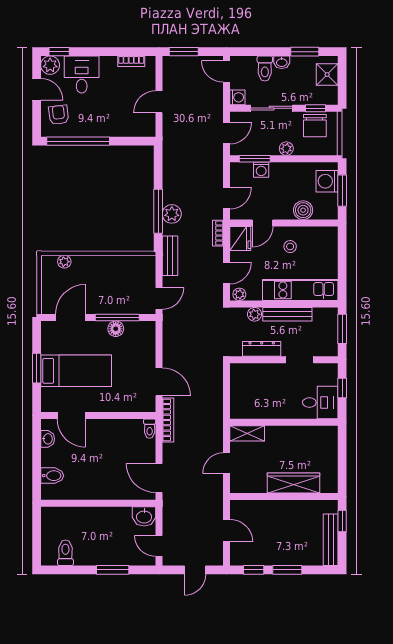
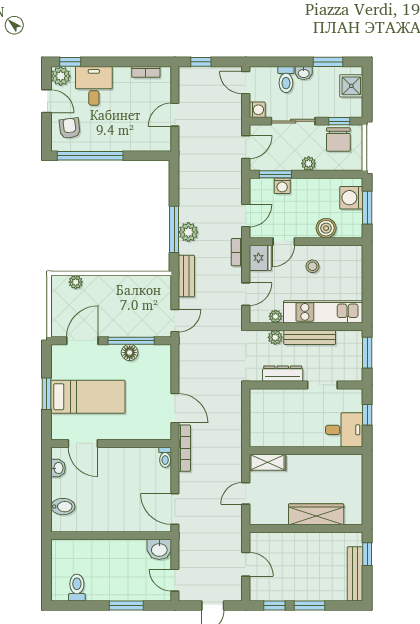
window: (184, 52) -> (201, 62), width x0.67
plant: (239, 294) -> (275, 316), moved

